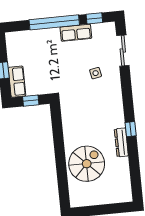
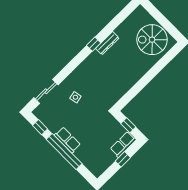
row of seats: (76, 33) -> (67, 140), moved
spiral stairs: (87, 164) -> (152, 40), moved

